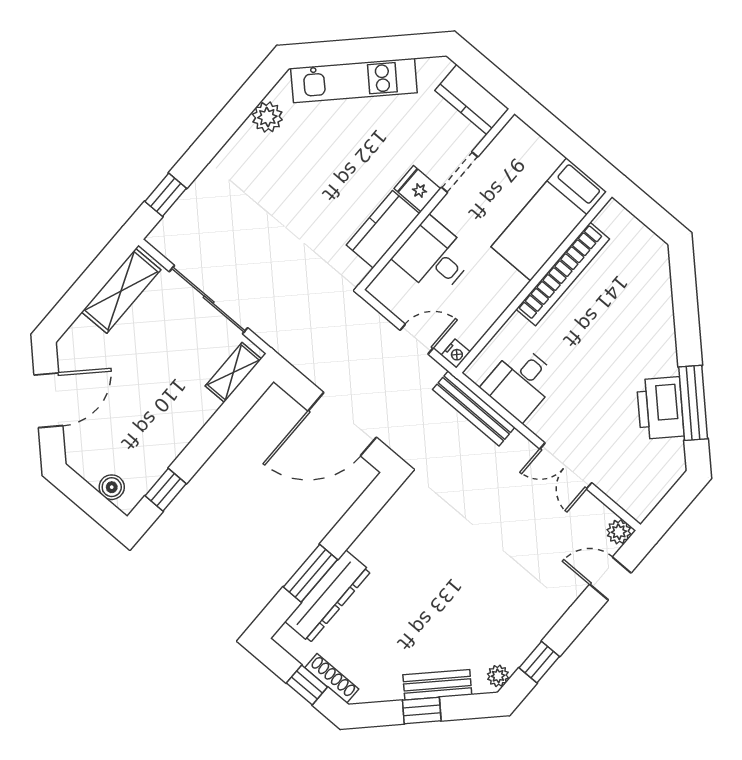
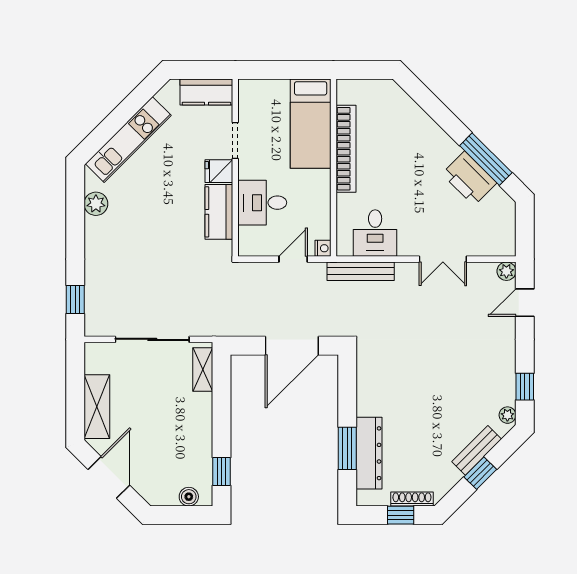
shelving: (121, 291) -> (97, 407), moved

